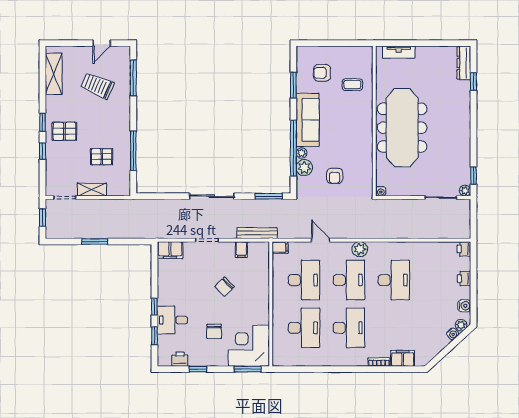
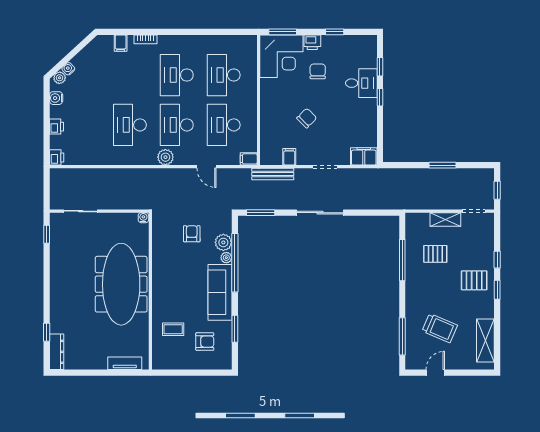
plant: (465, 191) -> (55, 218), removed
filing cabinet: (403, 358) -> (121, 43), width x0.50
printer: (180, 359) -> (312, 42), moved

